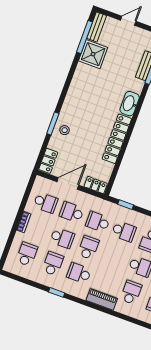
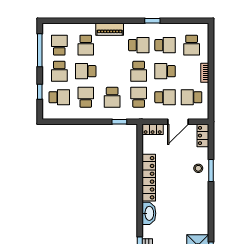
school desk: (98, 222) -> (139, 97), turned -90
school desk: (124, 231) -> (112, 97), turned -90
school desk: (53, 264) -> (165, 45), turned -90

